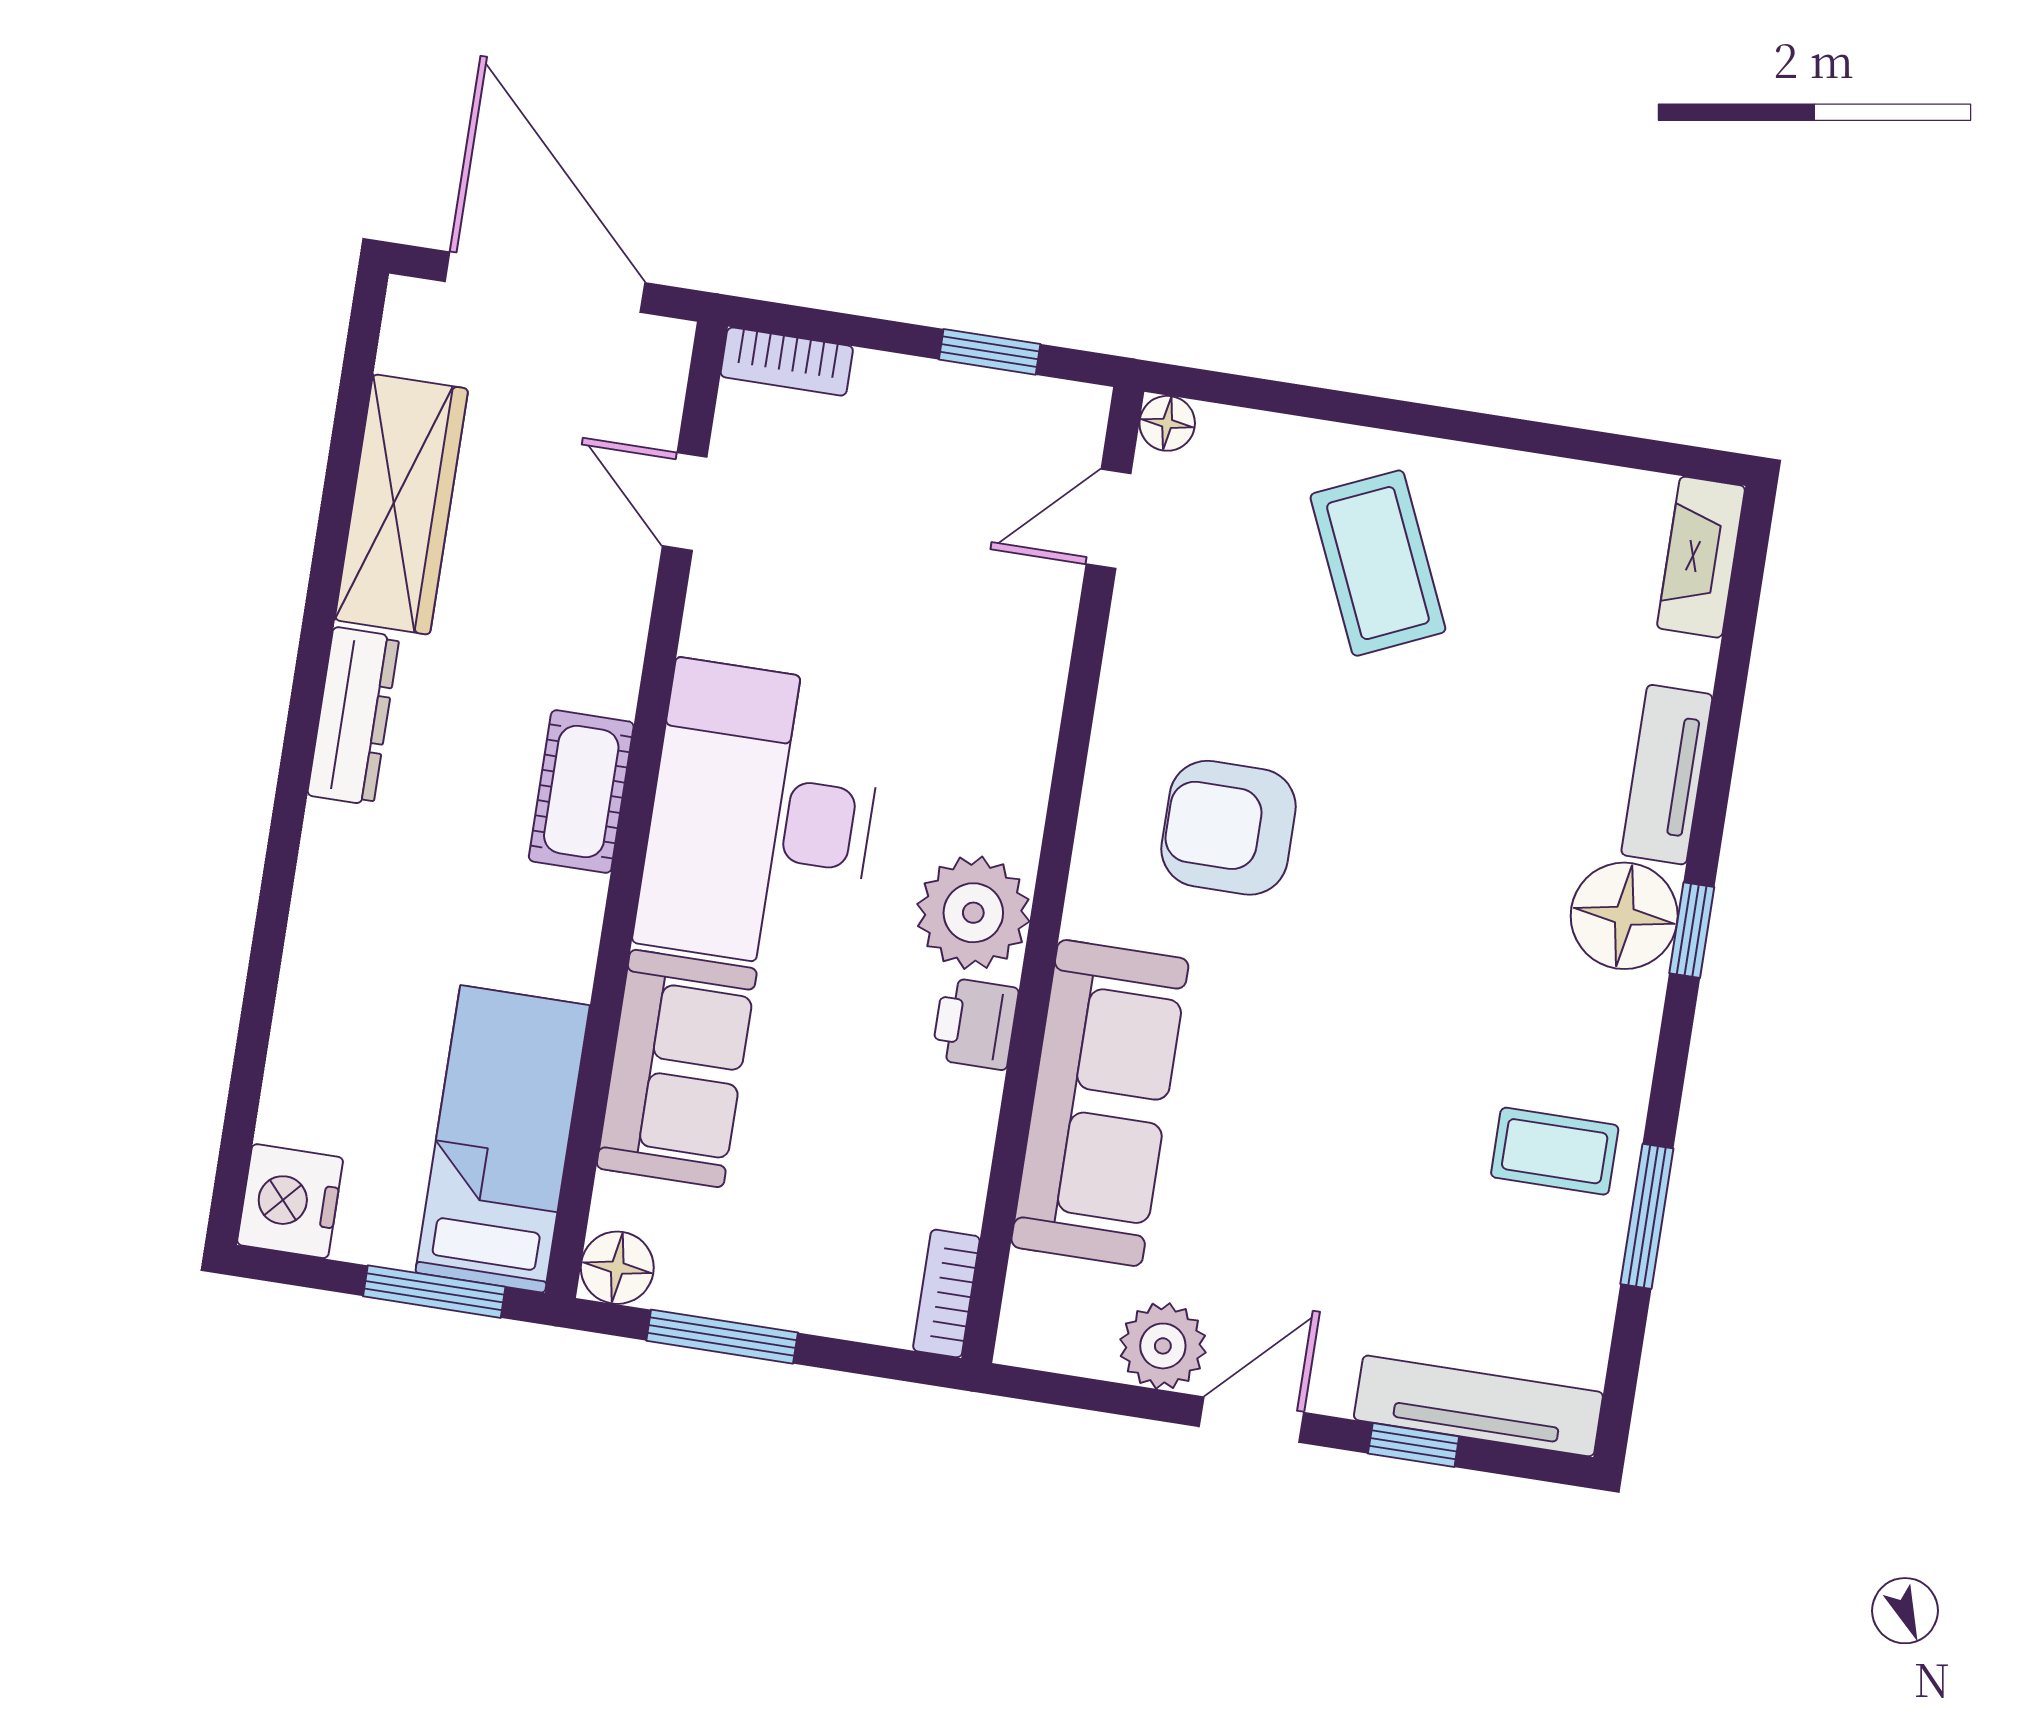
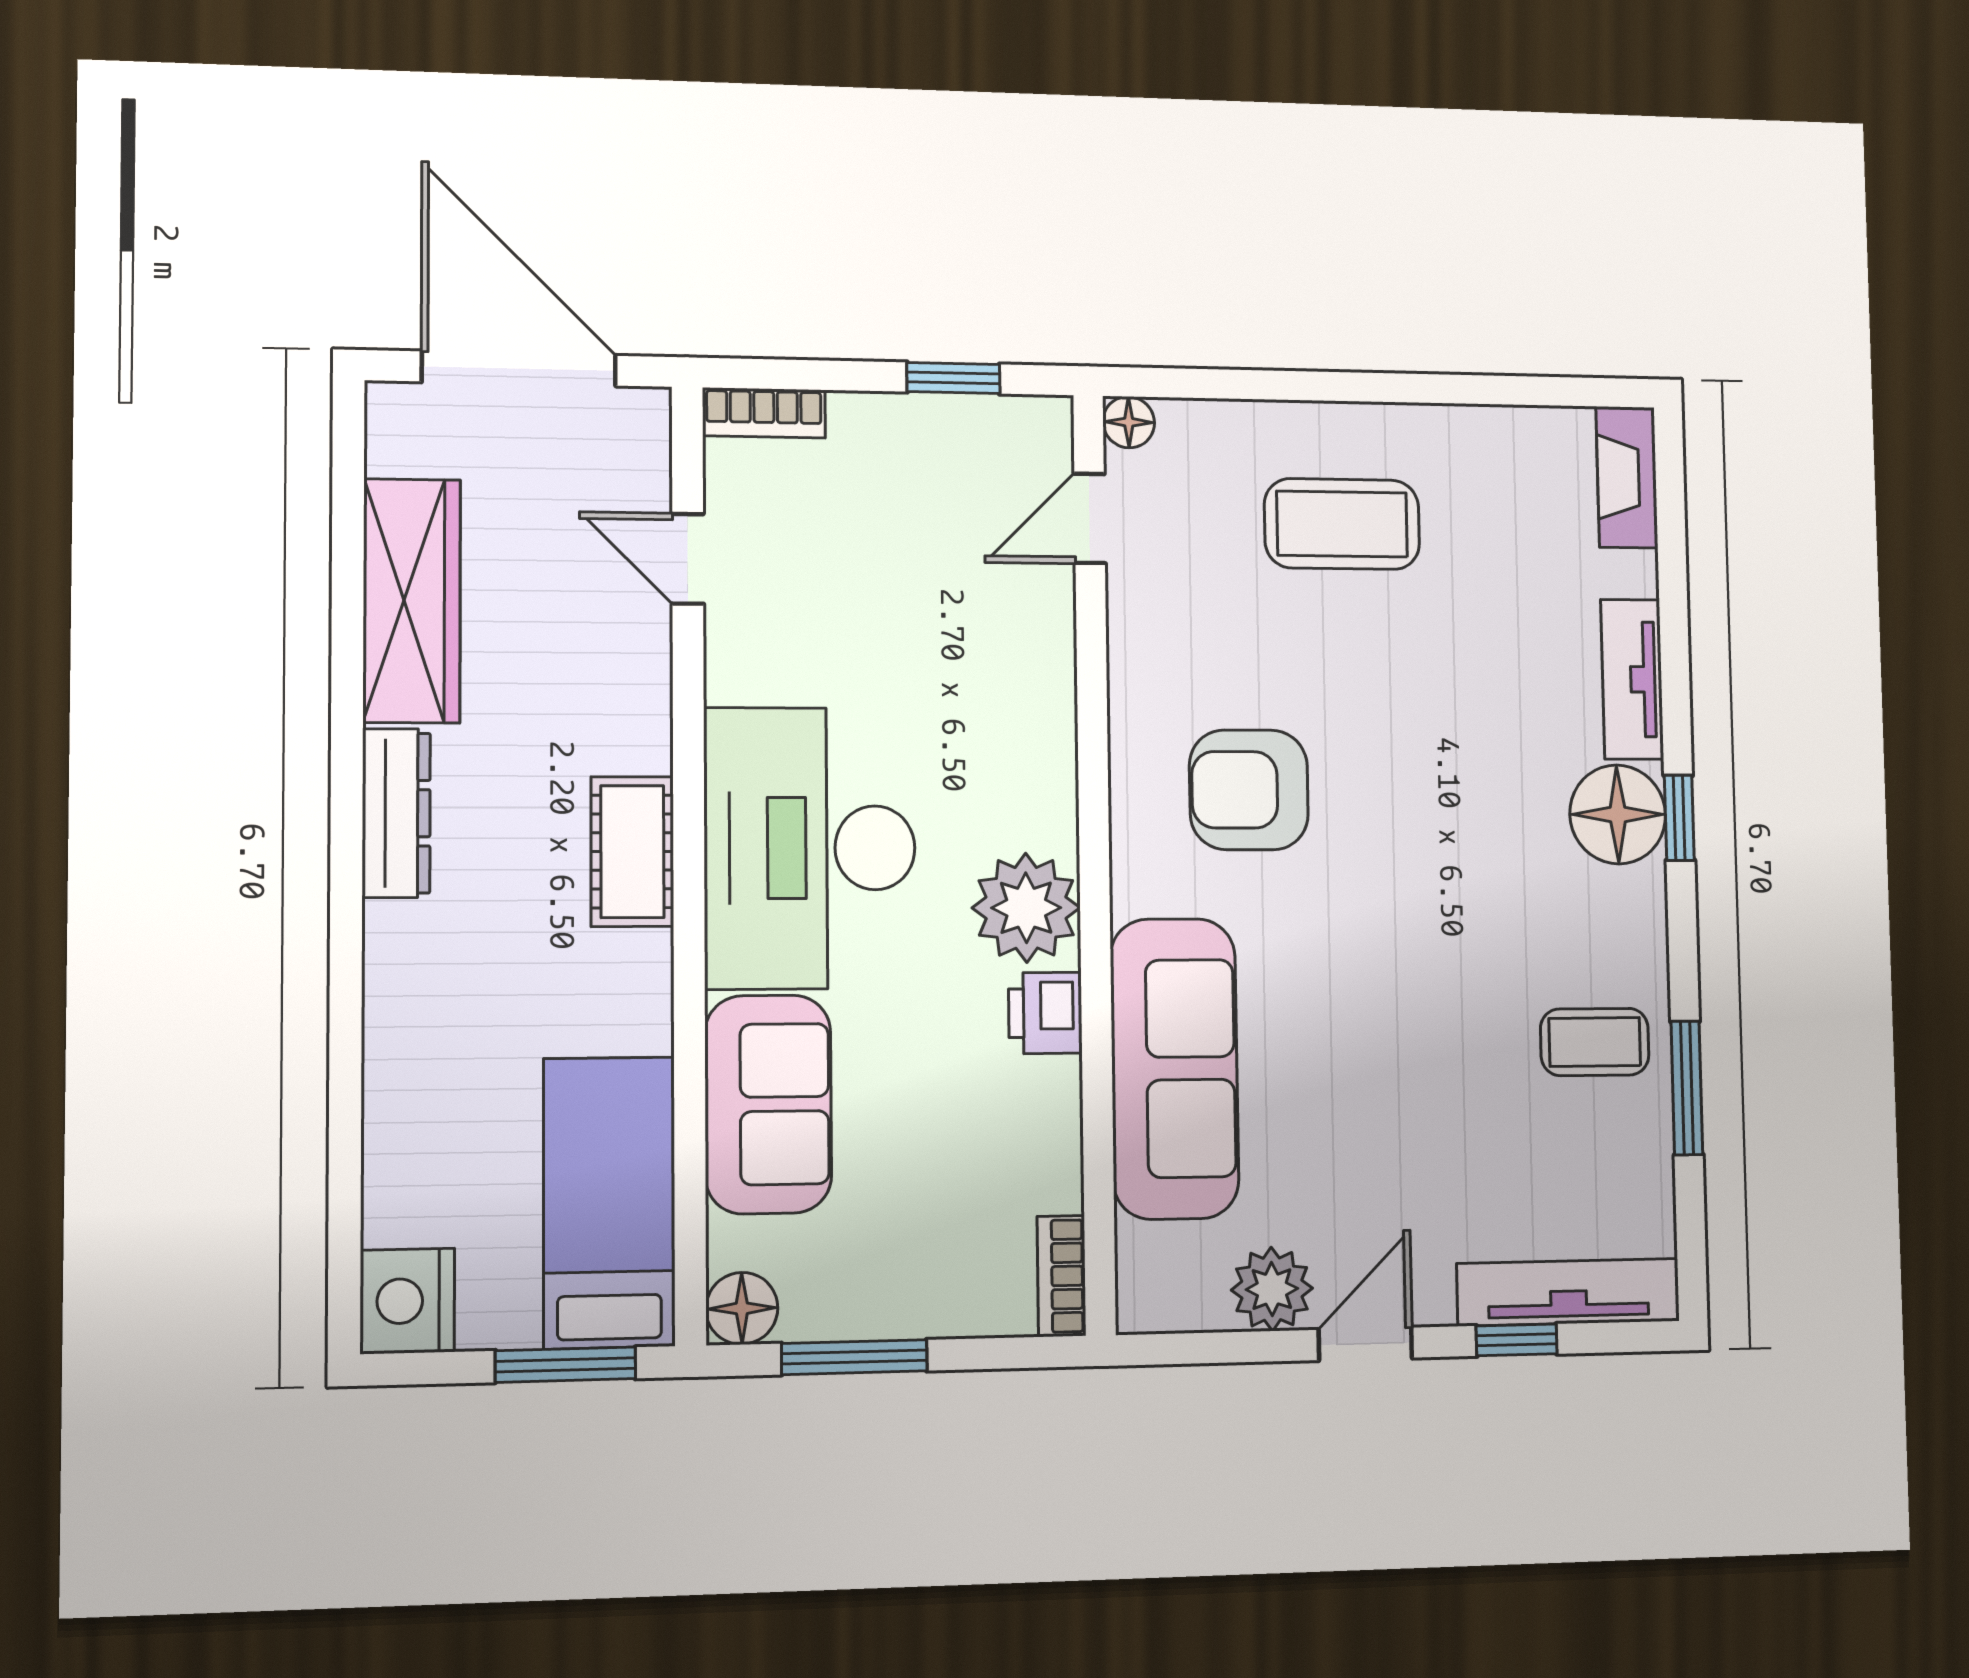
coffee table: (1378, 563) -> (1342, 524), turned -66

